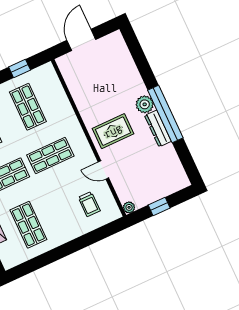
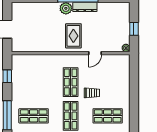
shop shelf: (28, 107) -> (34, 82), removed
trolley: (89, 204) -> (92, 93), moved

